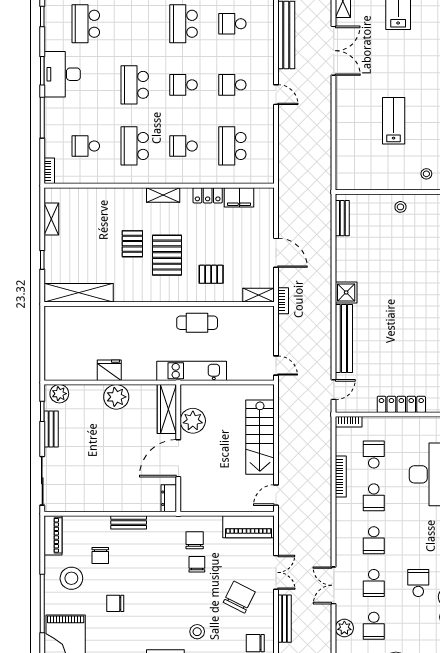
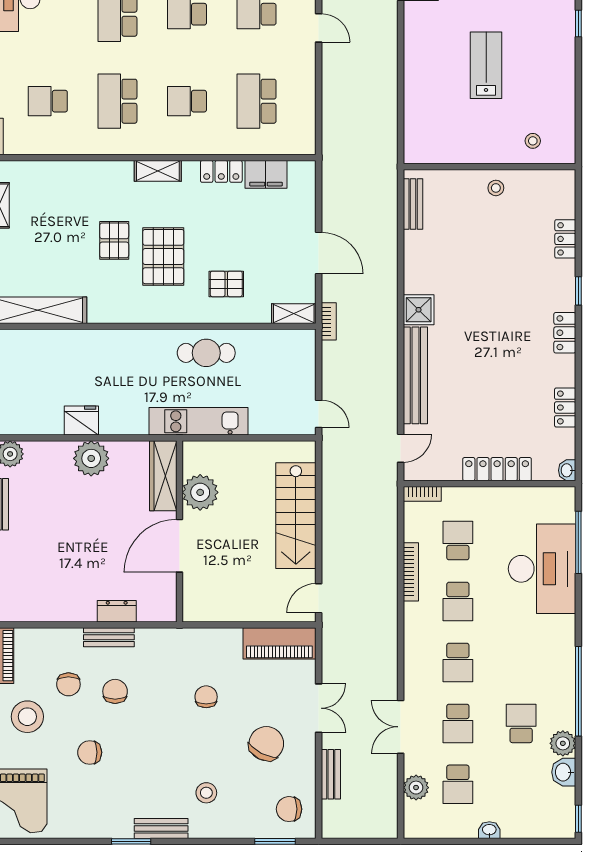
dresser: (169, 498) -> (117, 611), moved, turned 90
chair: (195, 540) -> (115, 691), moved
bench: (285, 619) -> (331, 774), width x0.73

